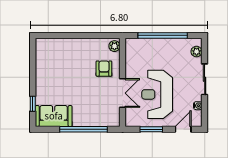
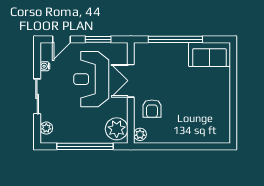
plant: (135, 51) -> (117, 129), added
reception desk: (157, 94) -> (91, 79), turned 180
window: (33, 104) -> (233, 68), removed

